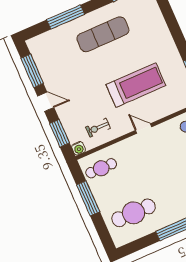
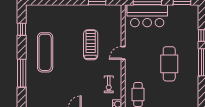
treadmill: (136, 85) -> (91, 45), width x0.73, depth x0.73
cafe table: (134, 213) -> (169, 64), moved

